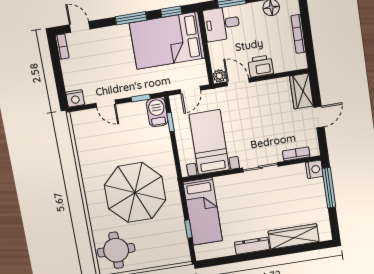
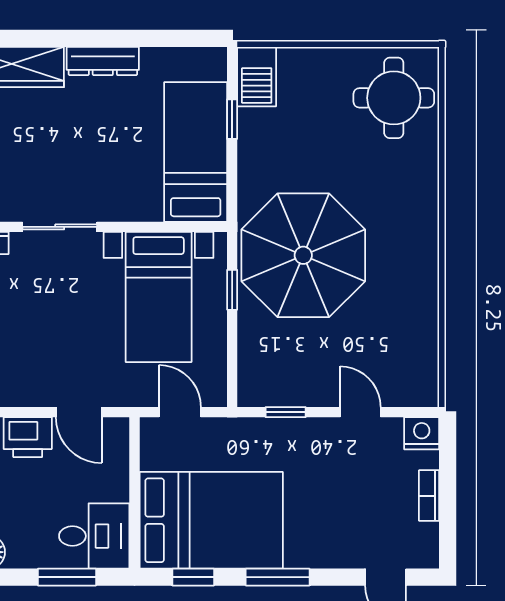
bookcase: (62, 47) -> (429, 496), moved
plant: (219, 76) -> (116, 431), removed
door: (190, 90) -> (180, 412), hinge flipped
barbecue: (157, 112) -> (257, 77), moved
window: (171, 122) -> (232, 290), moved
parasol: (135, 192) -> (303, 255), moved

